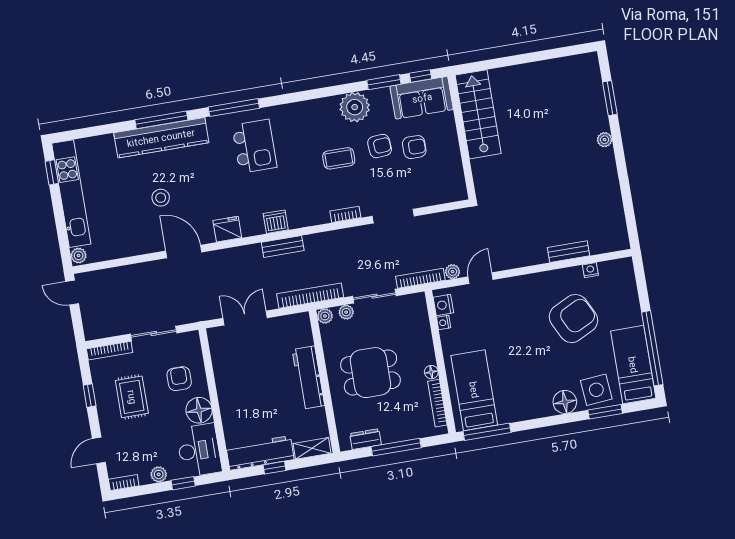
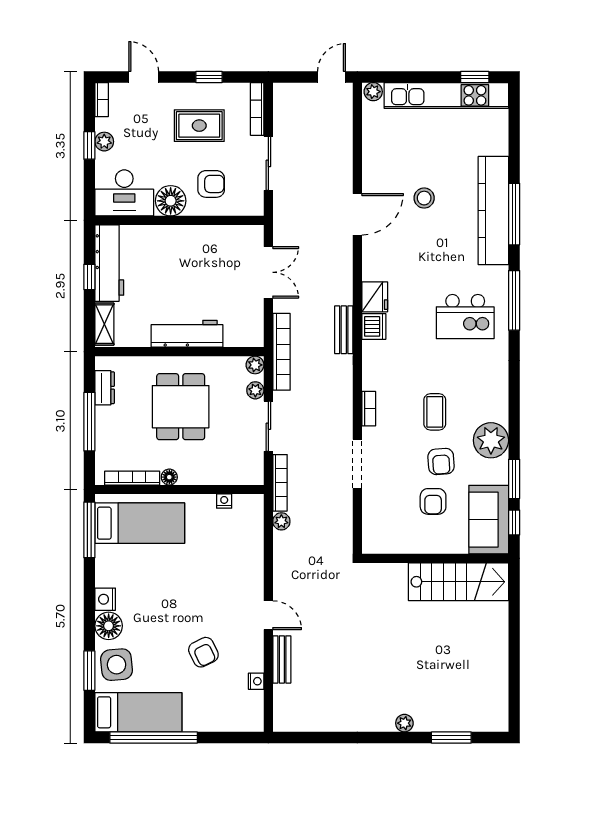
fridge: (227, 229) -> (375, 297), moved
door: (481, 278) -> (268, 615), moved
nightstand: (443, 305) -> (105, 599), moved, turned -90
armchair: (574, 319) -> (203, 652), width x0.53, depth x0.53
window: (183, 483) -> (89, 145), moved

